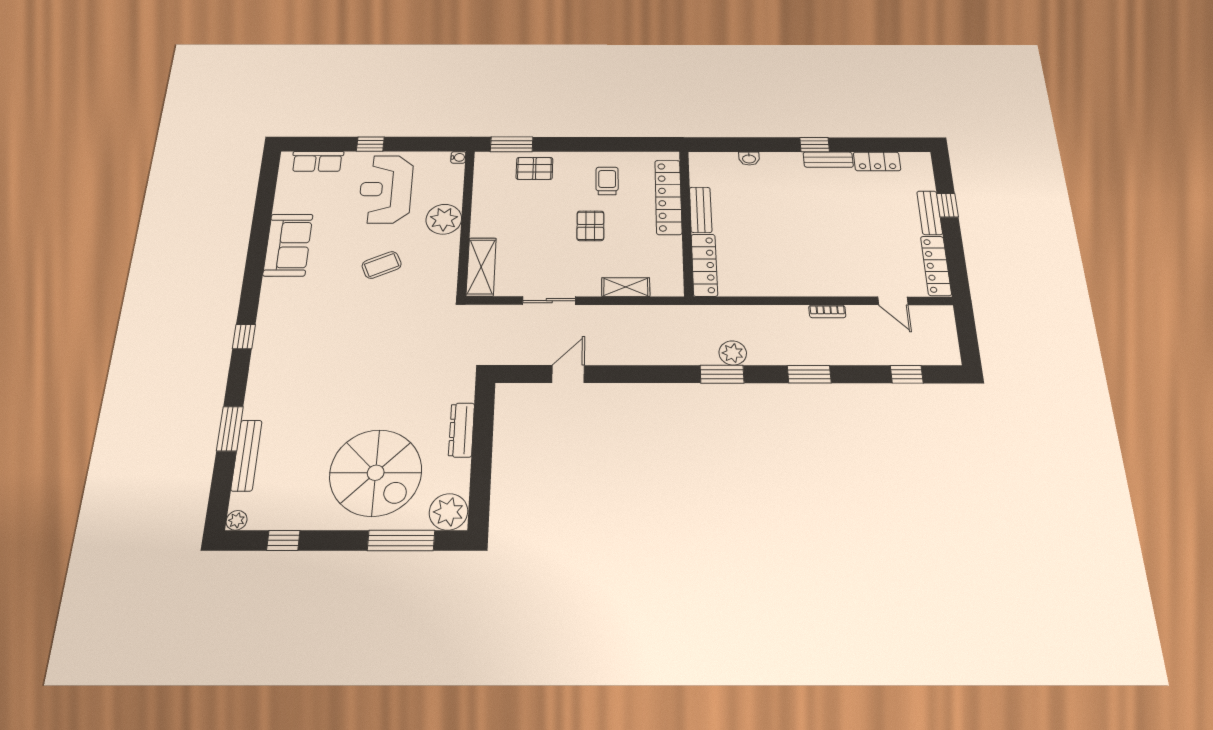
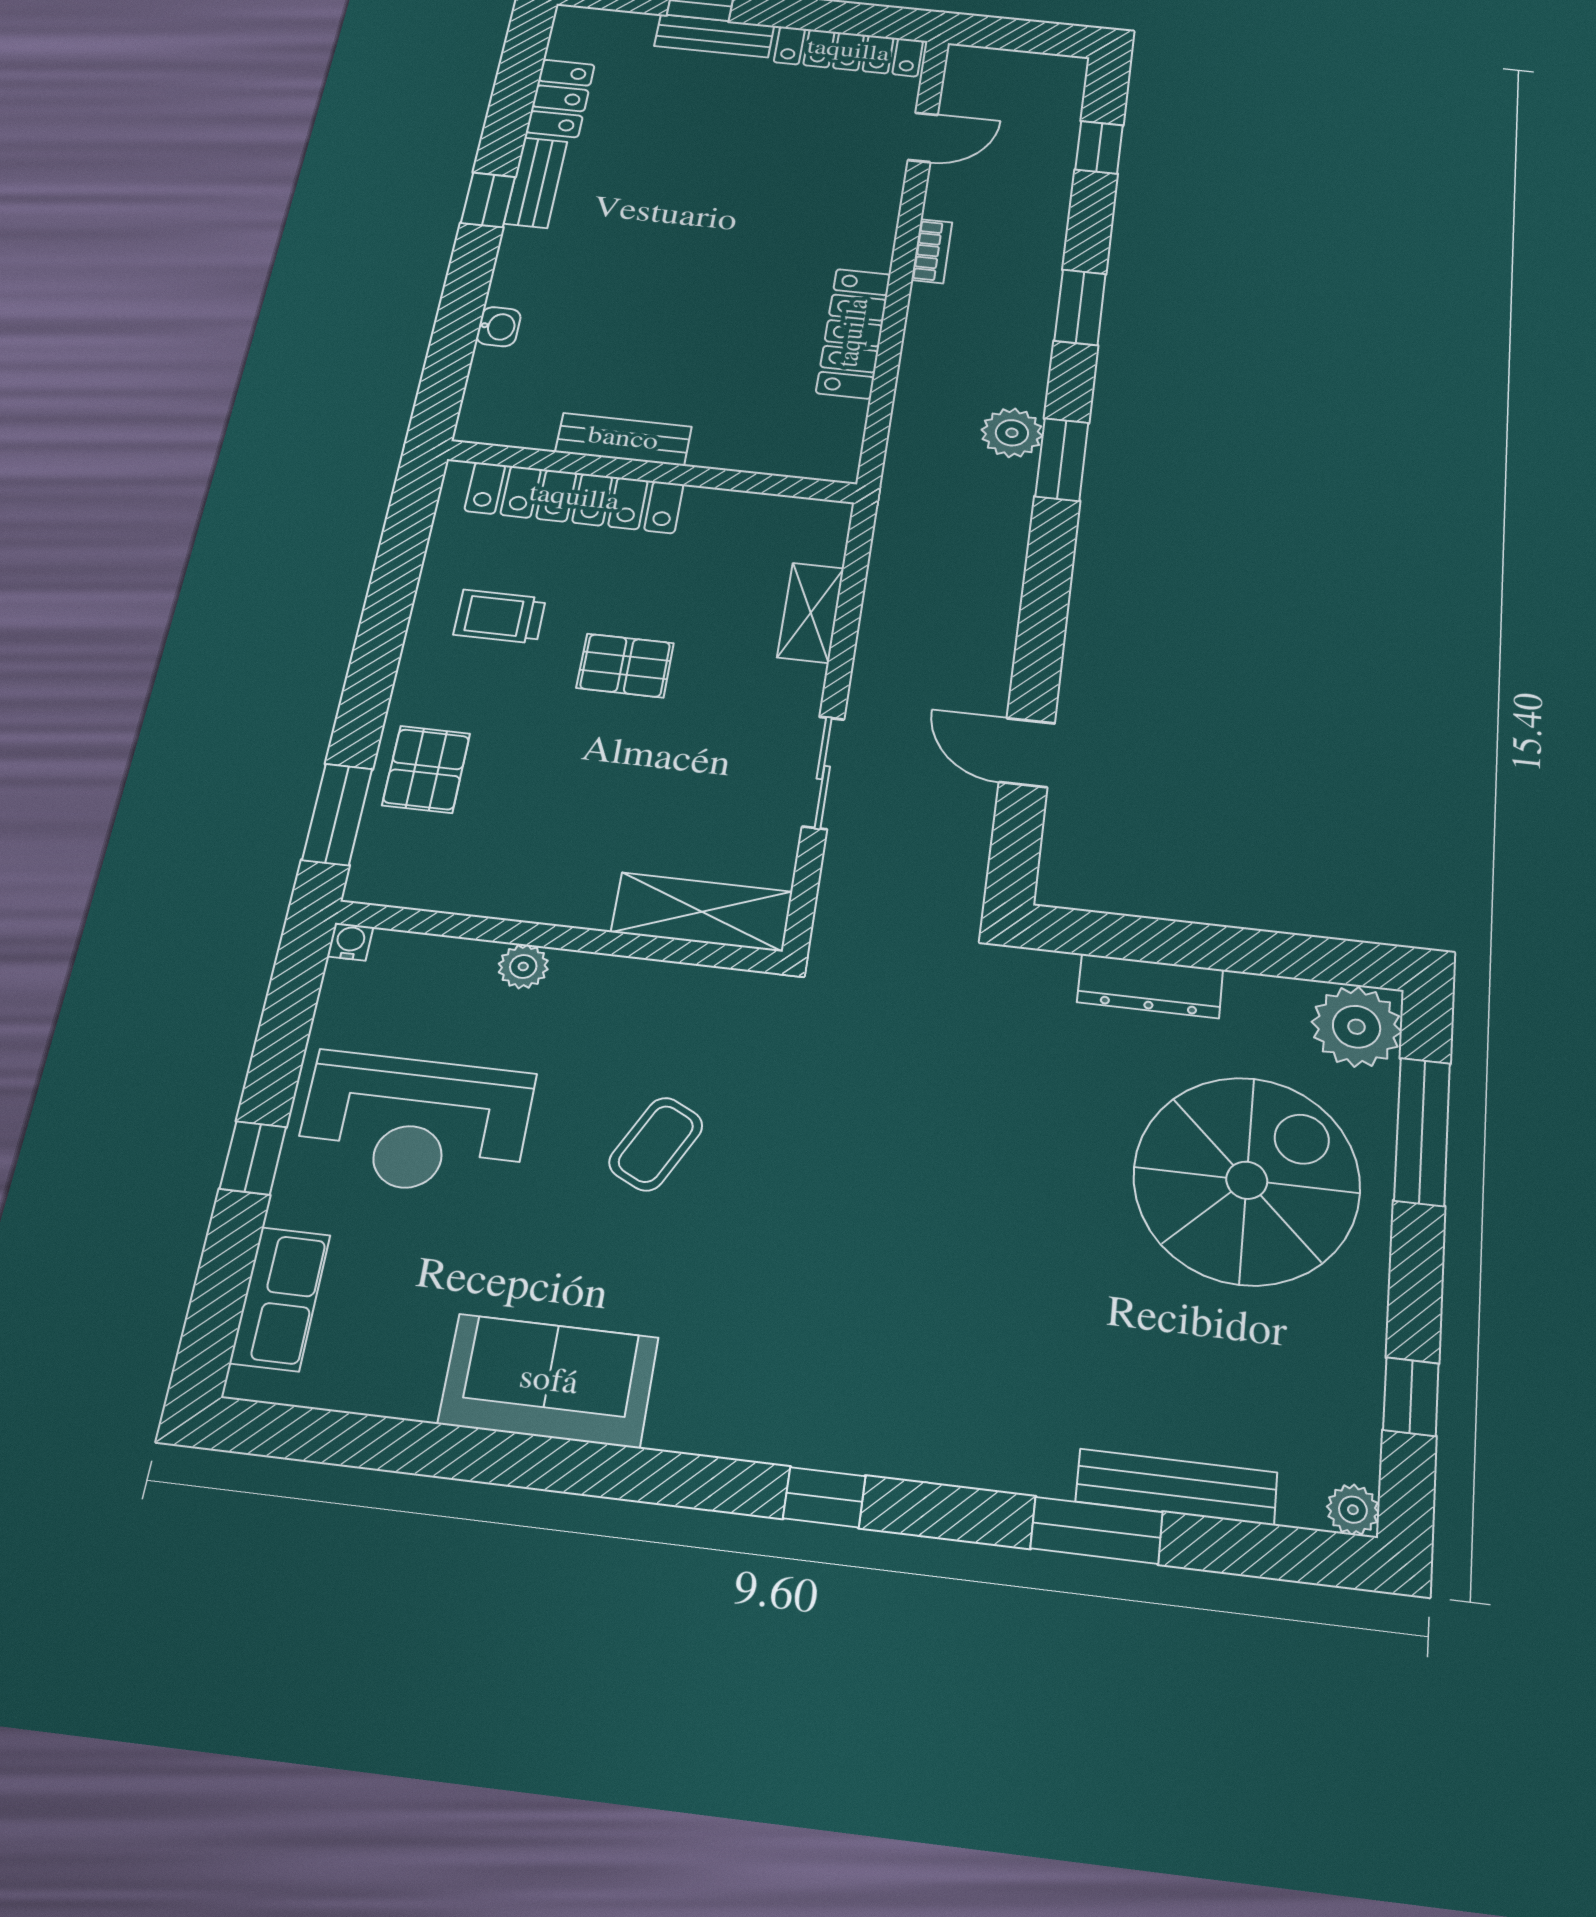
plant: (444, 219) -> (523, 966), width x0.53, depth x0.53
coffee table: (382, 265) -> (656, 1144), turned 51
locker: (704, 265) -> (854, 333), moved, turned -90

